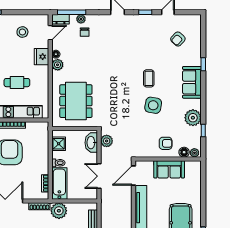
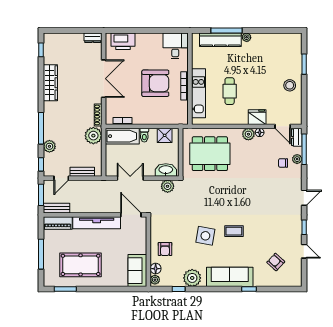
stool: (22, 32) -> (290, 85), moved
sofa: (192, 82) -> (230, 277), width x1.36
sofa: (169, 169) -> (137, 271), moved

